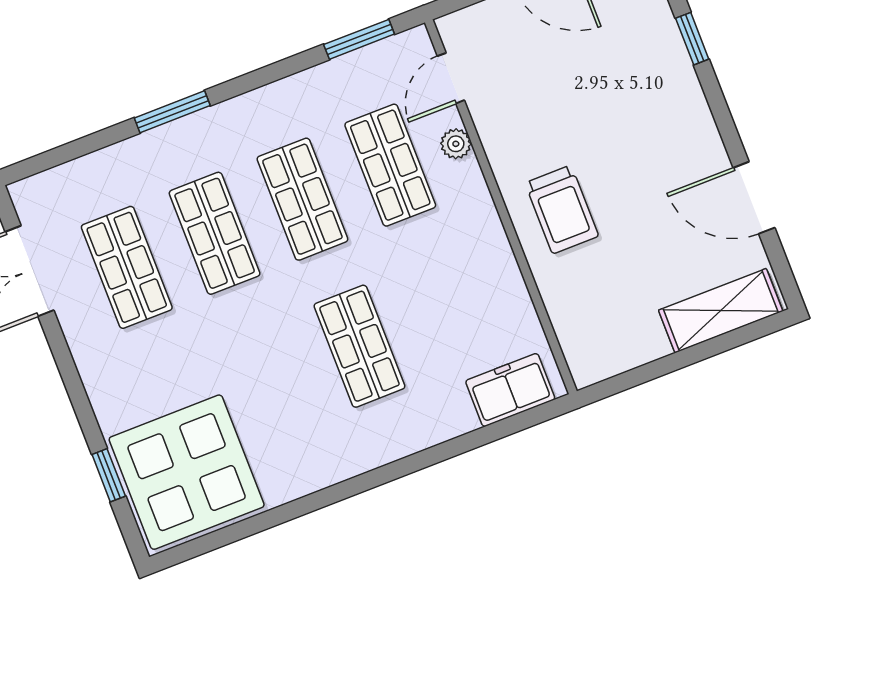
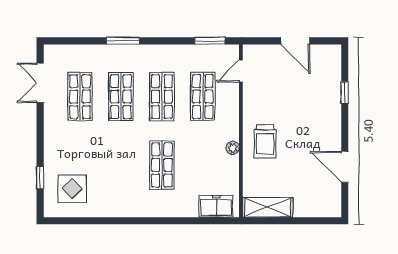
plant: (456, 144) -> (233, 148), moved
shelving: (721, 311) -> (268, 207), moved
display table: (187, 472) -> (72, 189), width x0.54, depth x0.54

